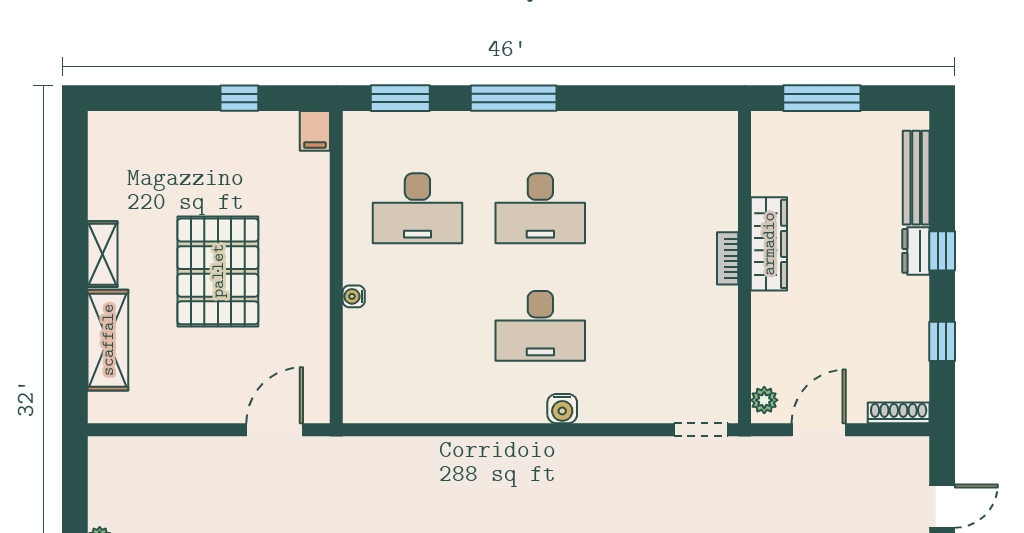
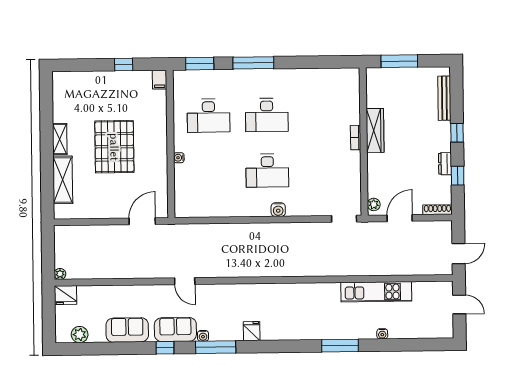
dresser: (916, 251) -> (445, 164), moved

